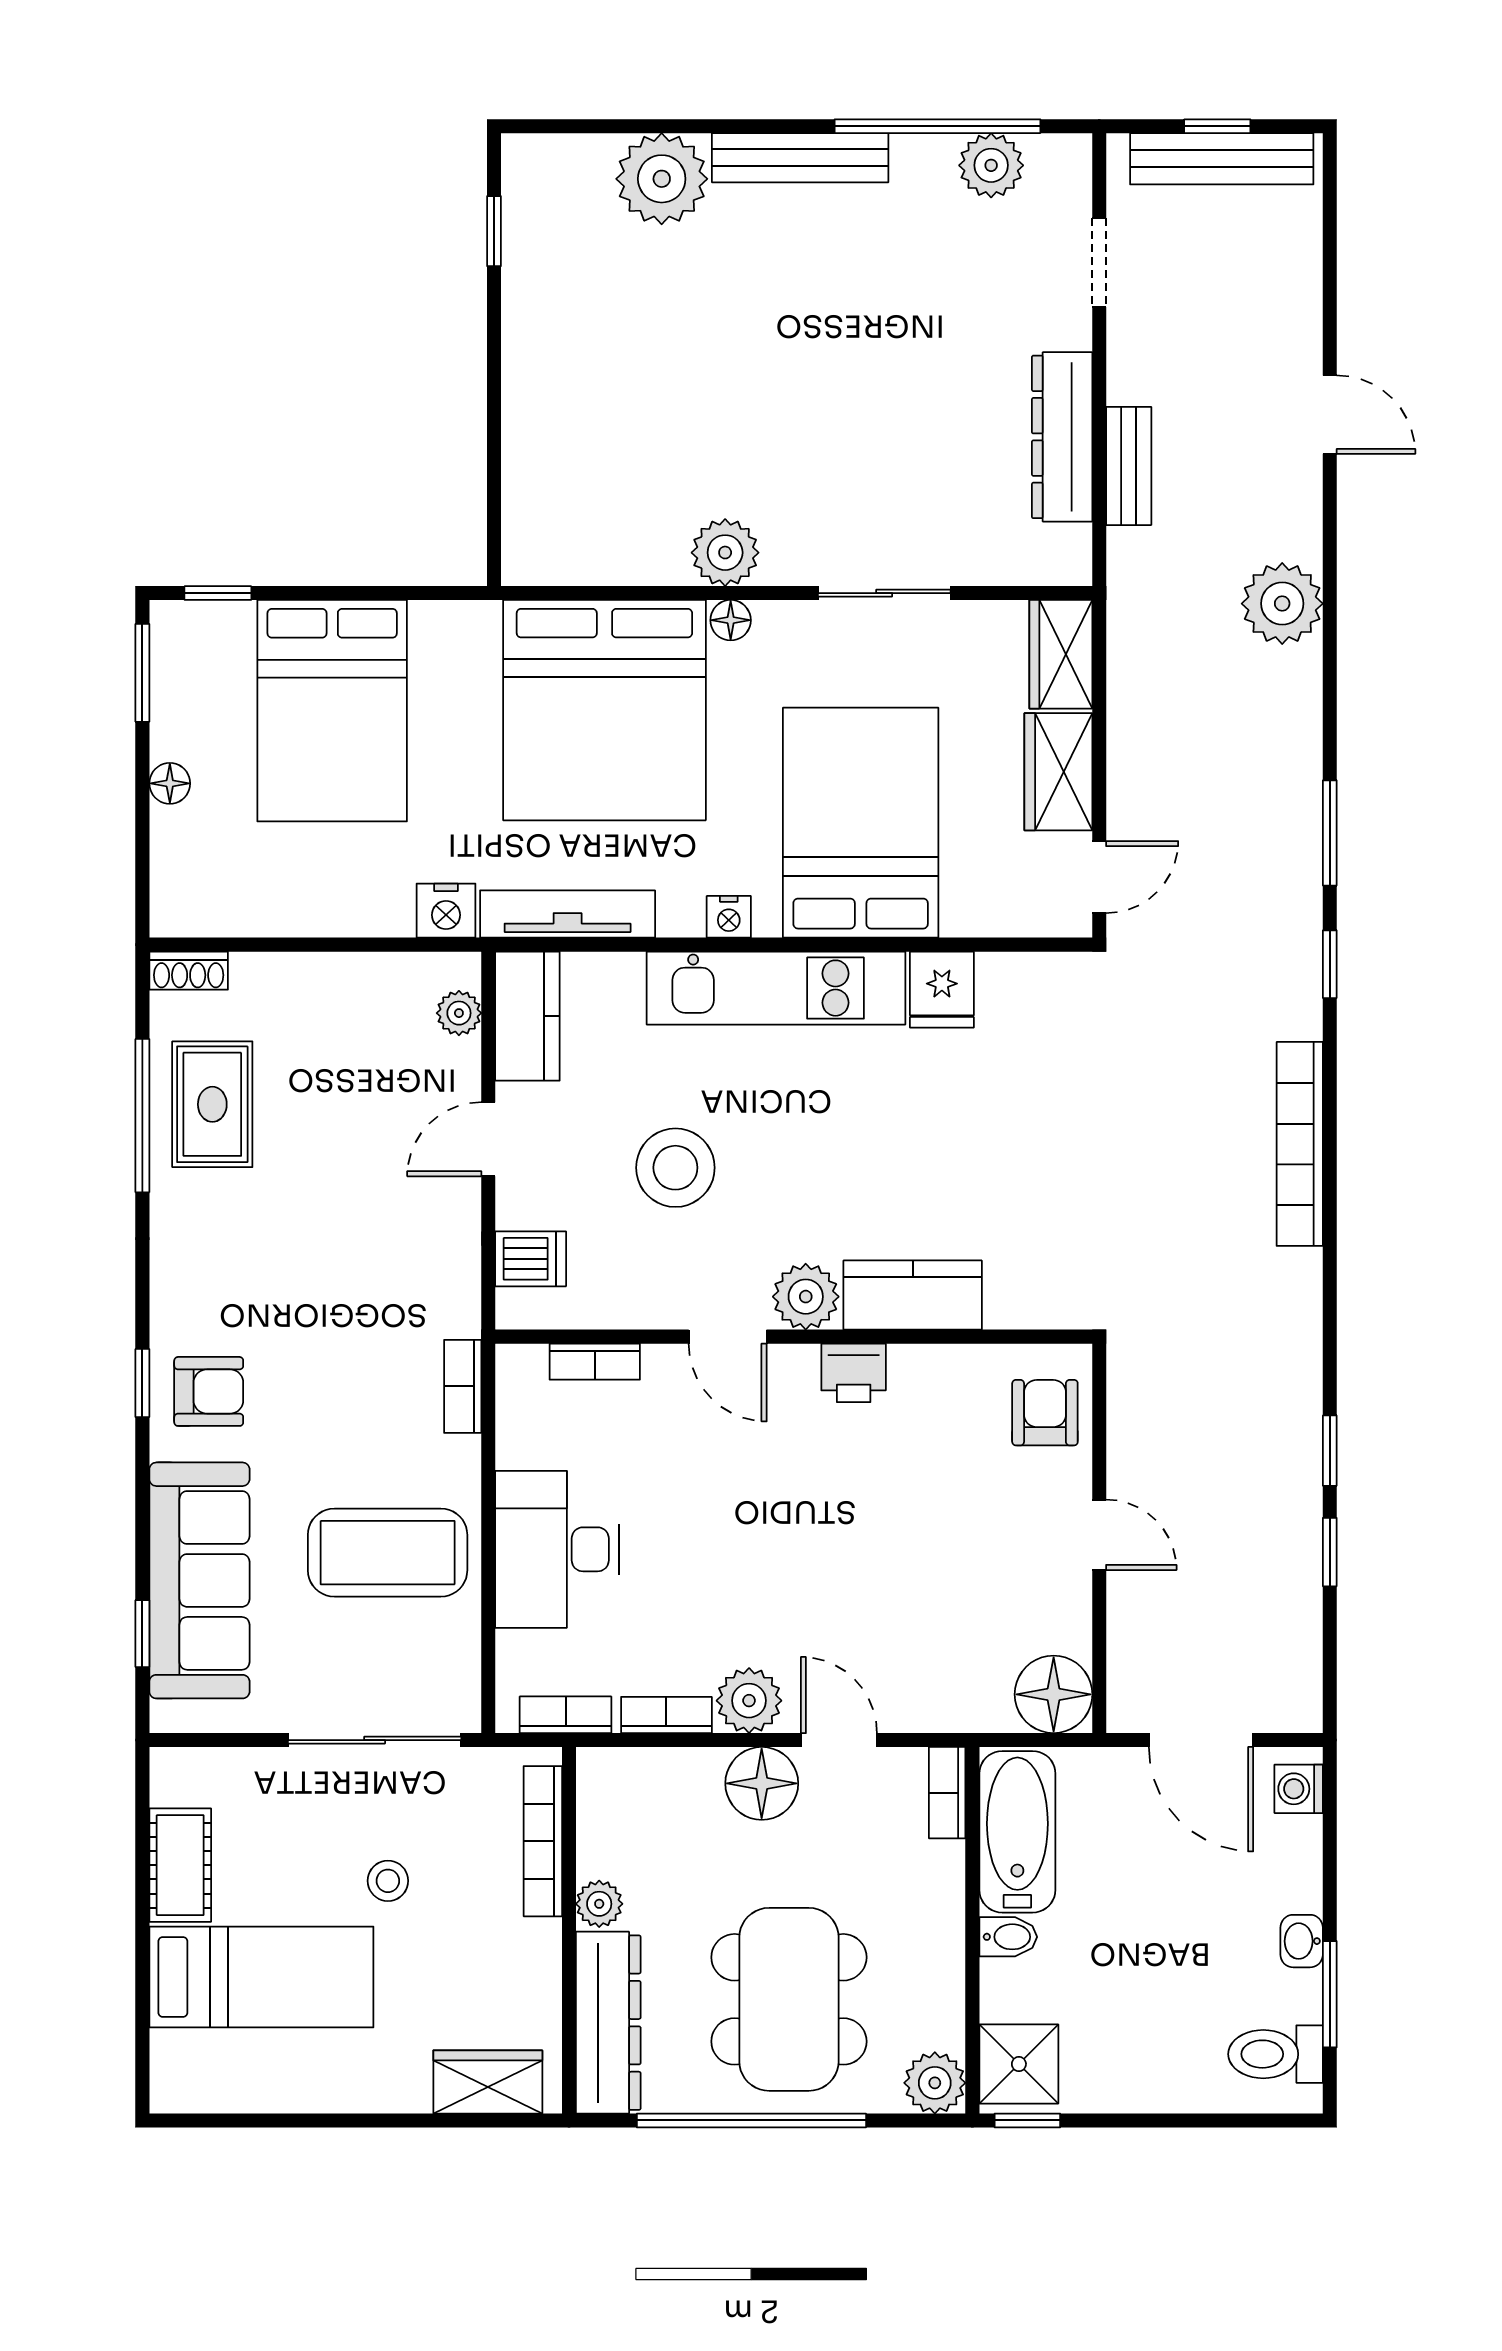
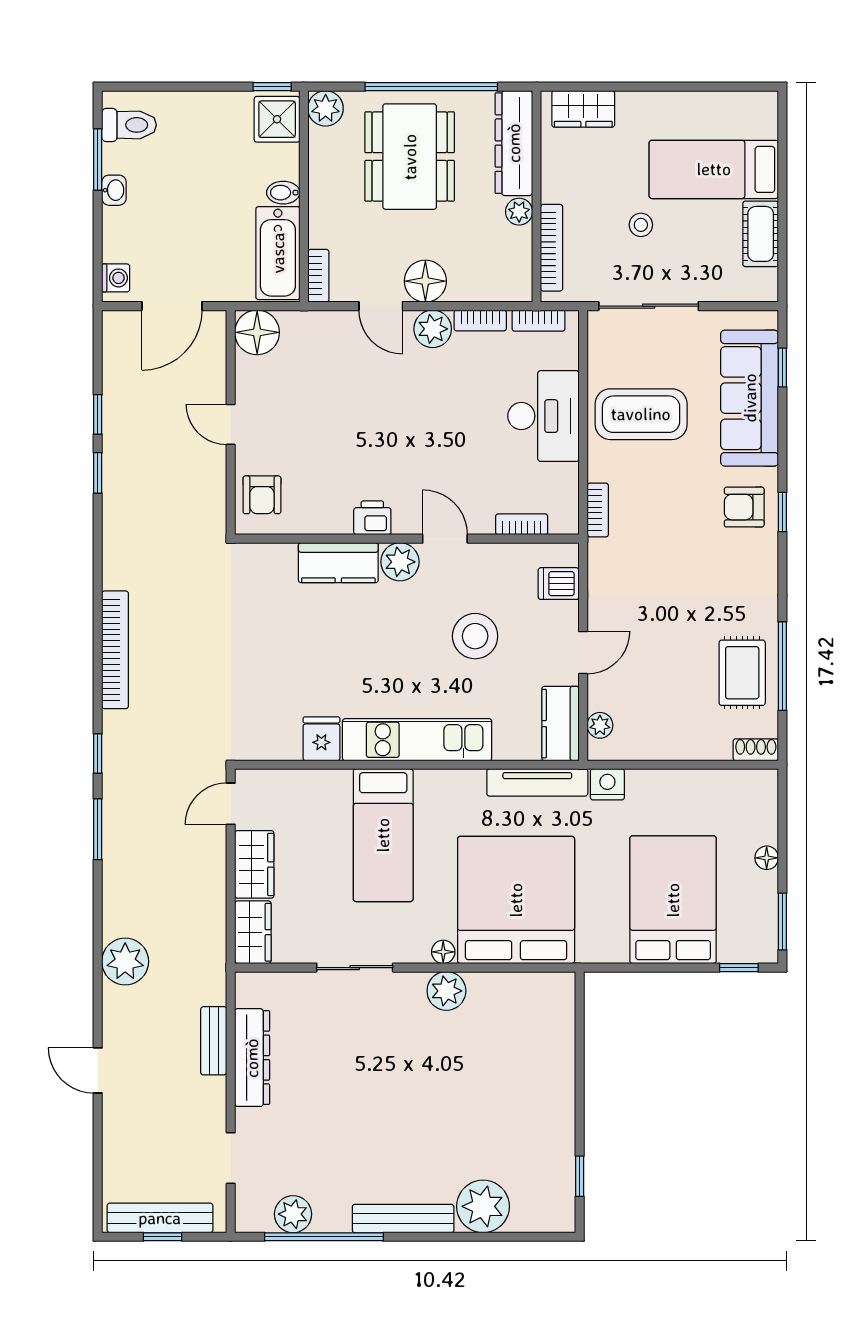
bed: (861, 823) -> (383, 835), width x0.67
nightstand: (729, 917) -> (444, 781), removed
door: (1201, 1740) -> (172, 306), swing flipped

